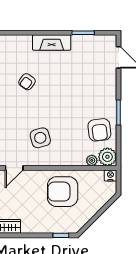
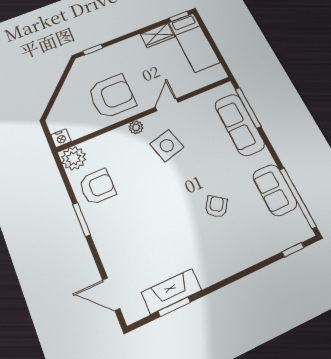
fireplace: (52, 43) -> (171, 291), moved
armchair: (99, 130) -> (97, 187), turned 97
plant: (92, 160) -> (136, 127), moved
door: (14, 168) -> (167, 105), moved

